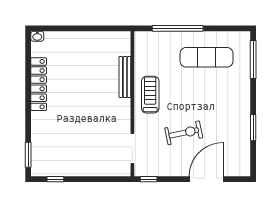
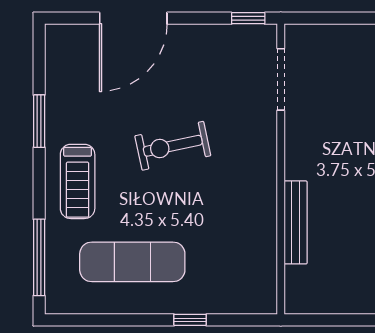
window: (178, 28) -> (190, 320), width x0.32
treadmill: (150, 95) -> (78, 181), moved
exercise bike: (184, 133) -> (173, 146), moved

